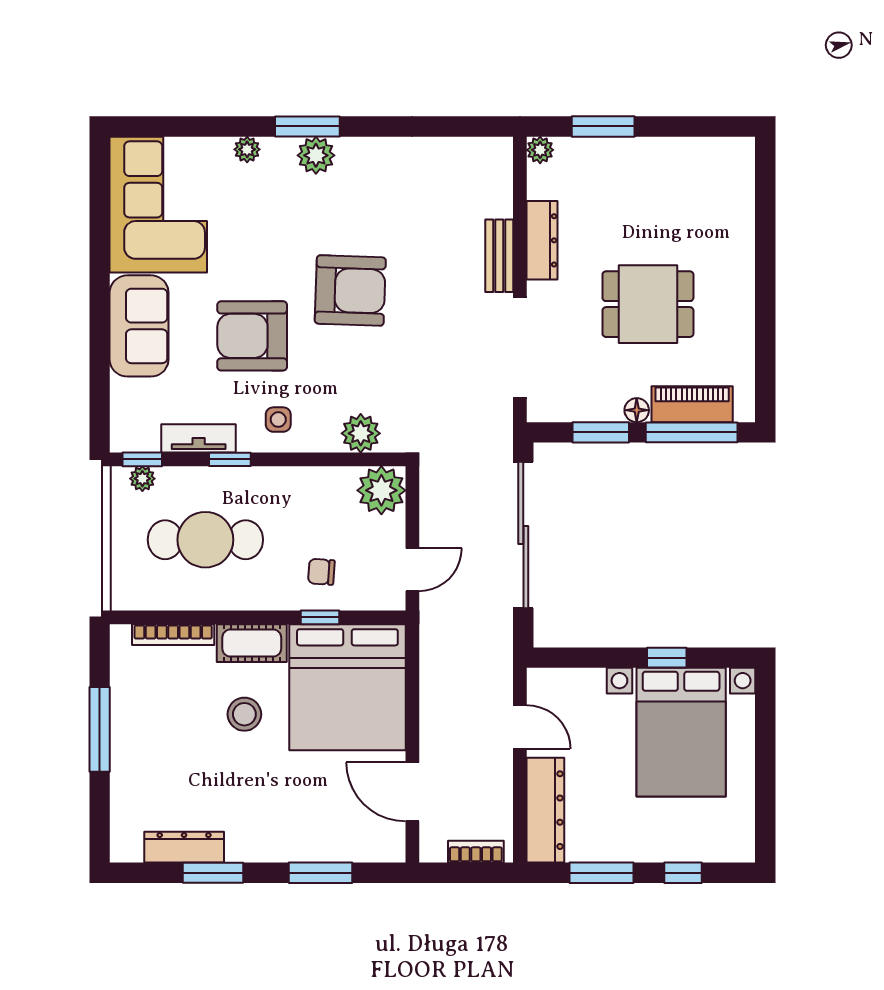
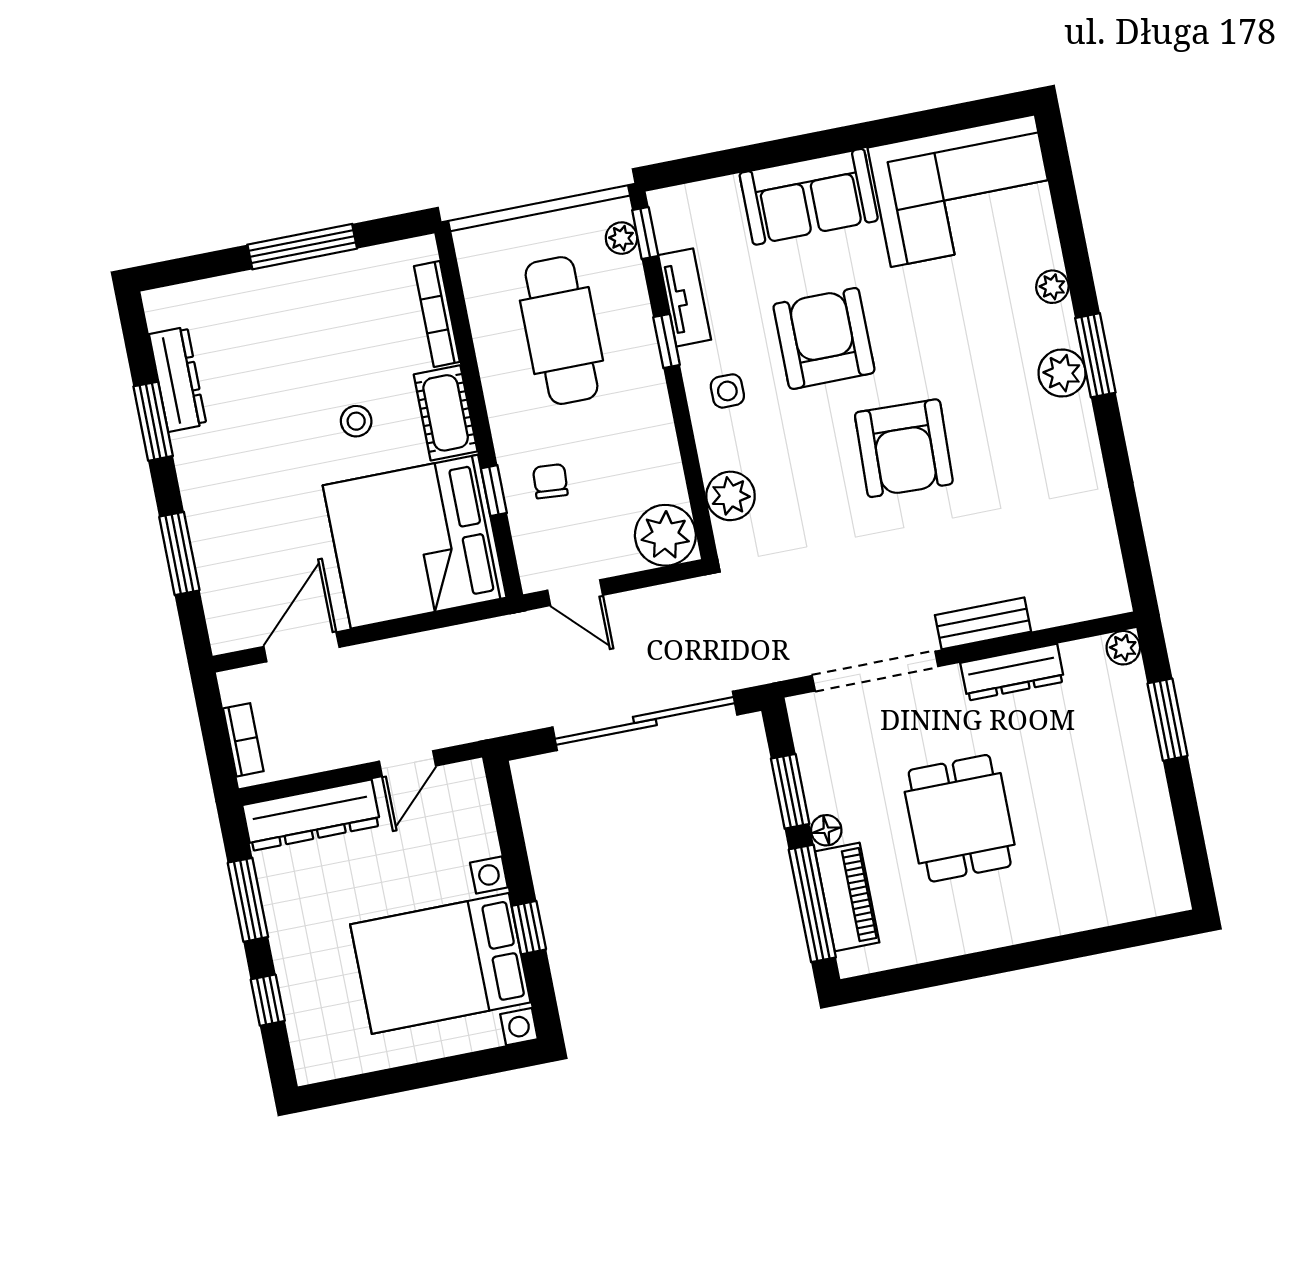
stool: (244, 714) -> (356, 421), width x0.73, depth x0.73

